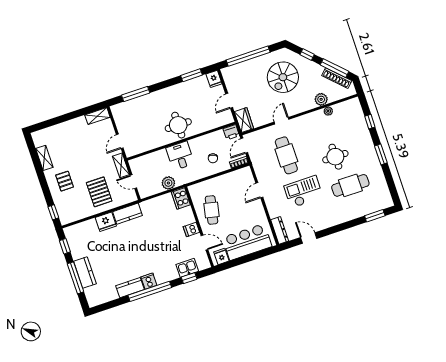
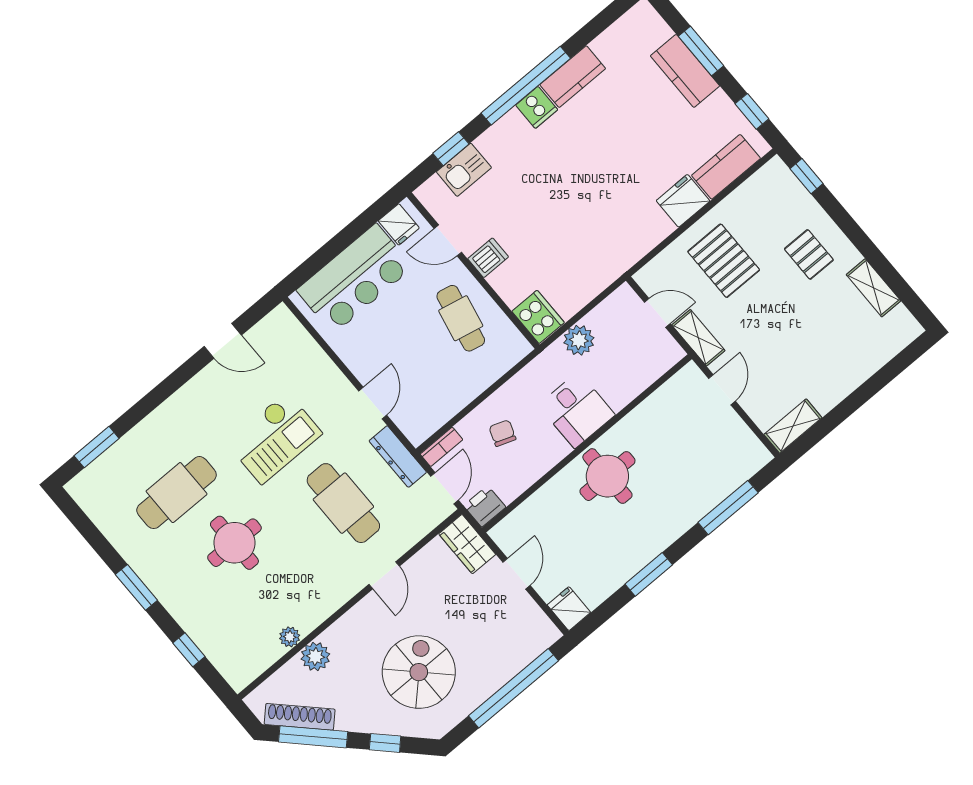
window: (191, 75) -> (649, 574), moved
kitchen counter: (128, 214) -> (726, 167), moved
dresser: (280, 230) -> (398, 457), moved
window: (76, 278) -> (701, 51), width x0.69

